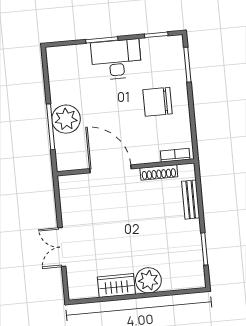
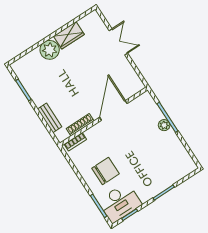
desk: (116, 59) -> (120, 203), moved
plant: (66, 119) -> (164, 125), width x0.53, depth x0.53
door: (110, 169) -> (113, 110), swing flipped

